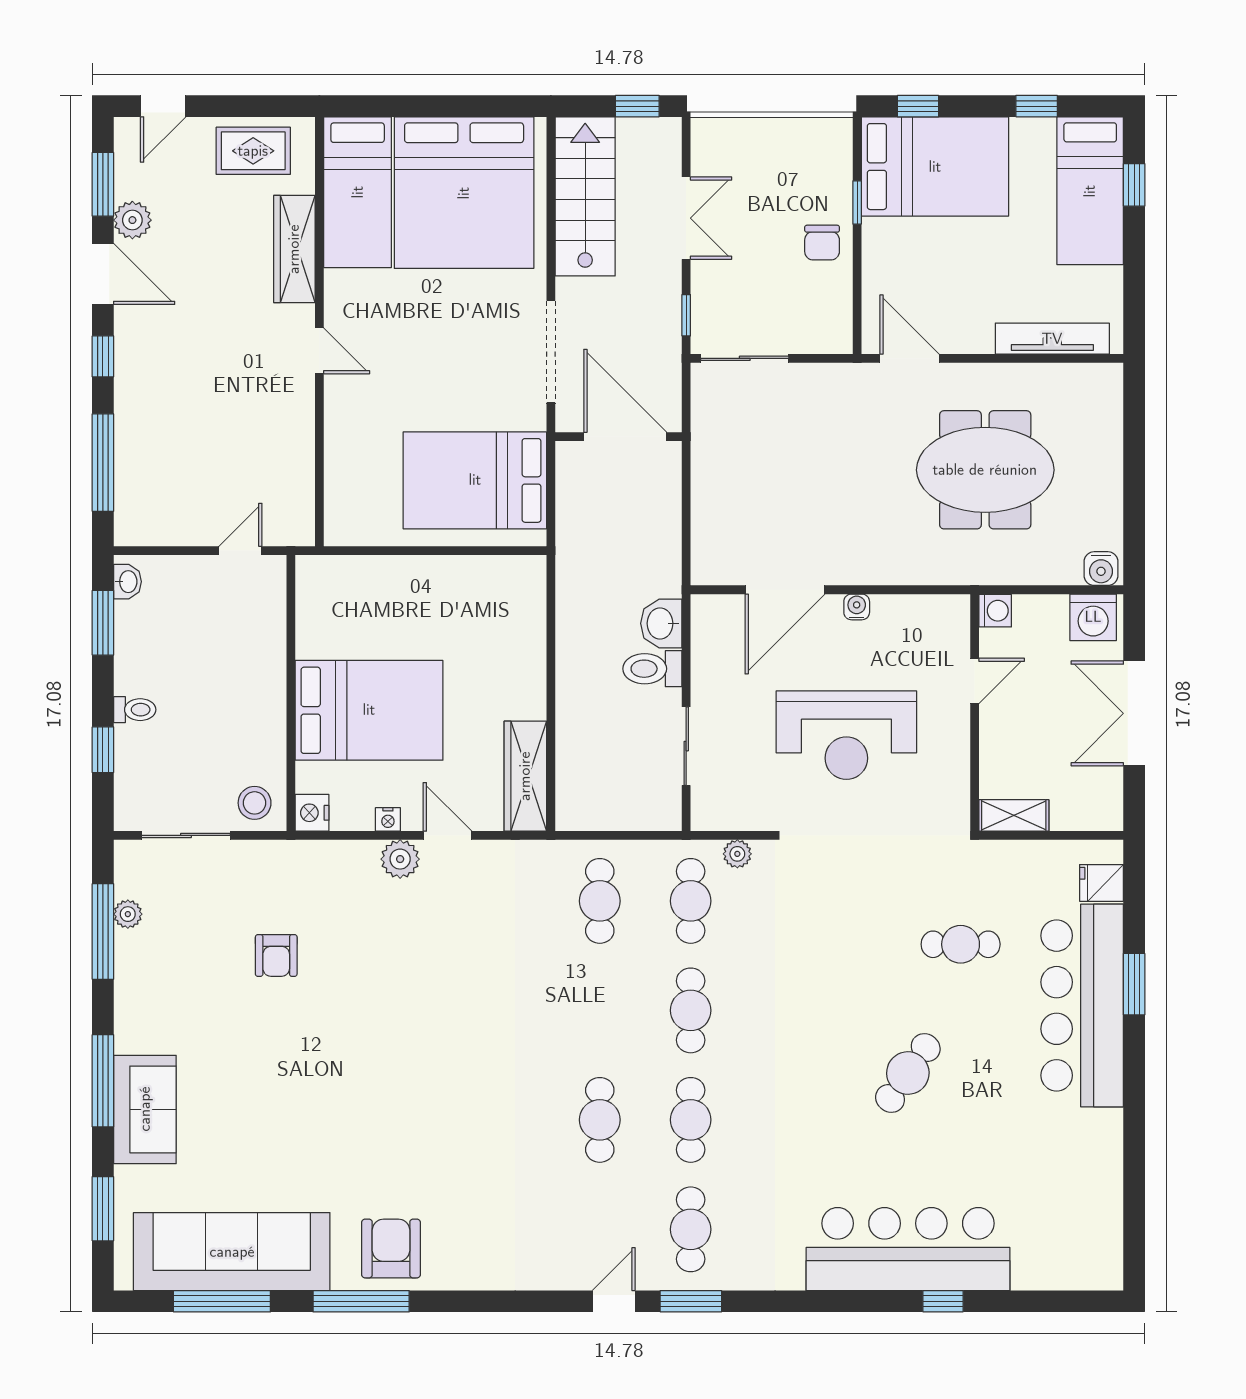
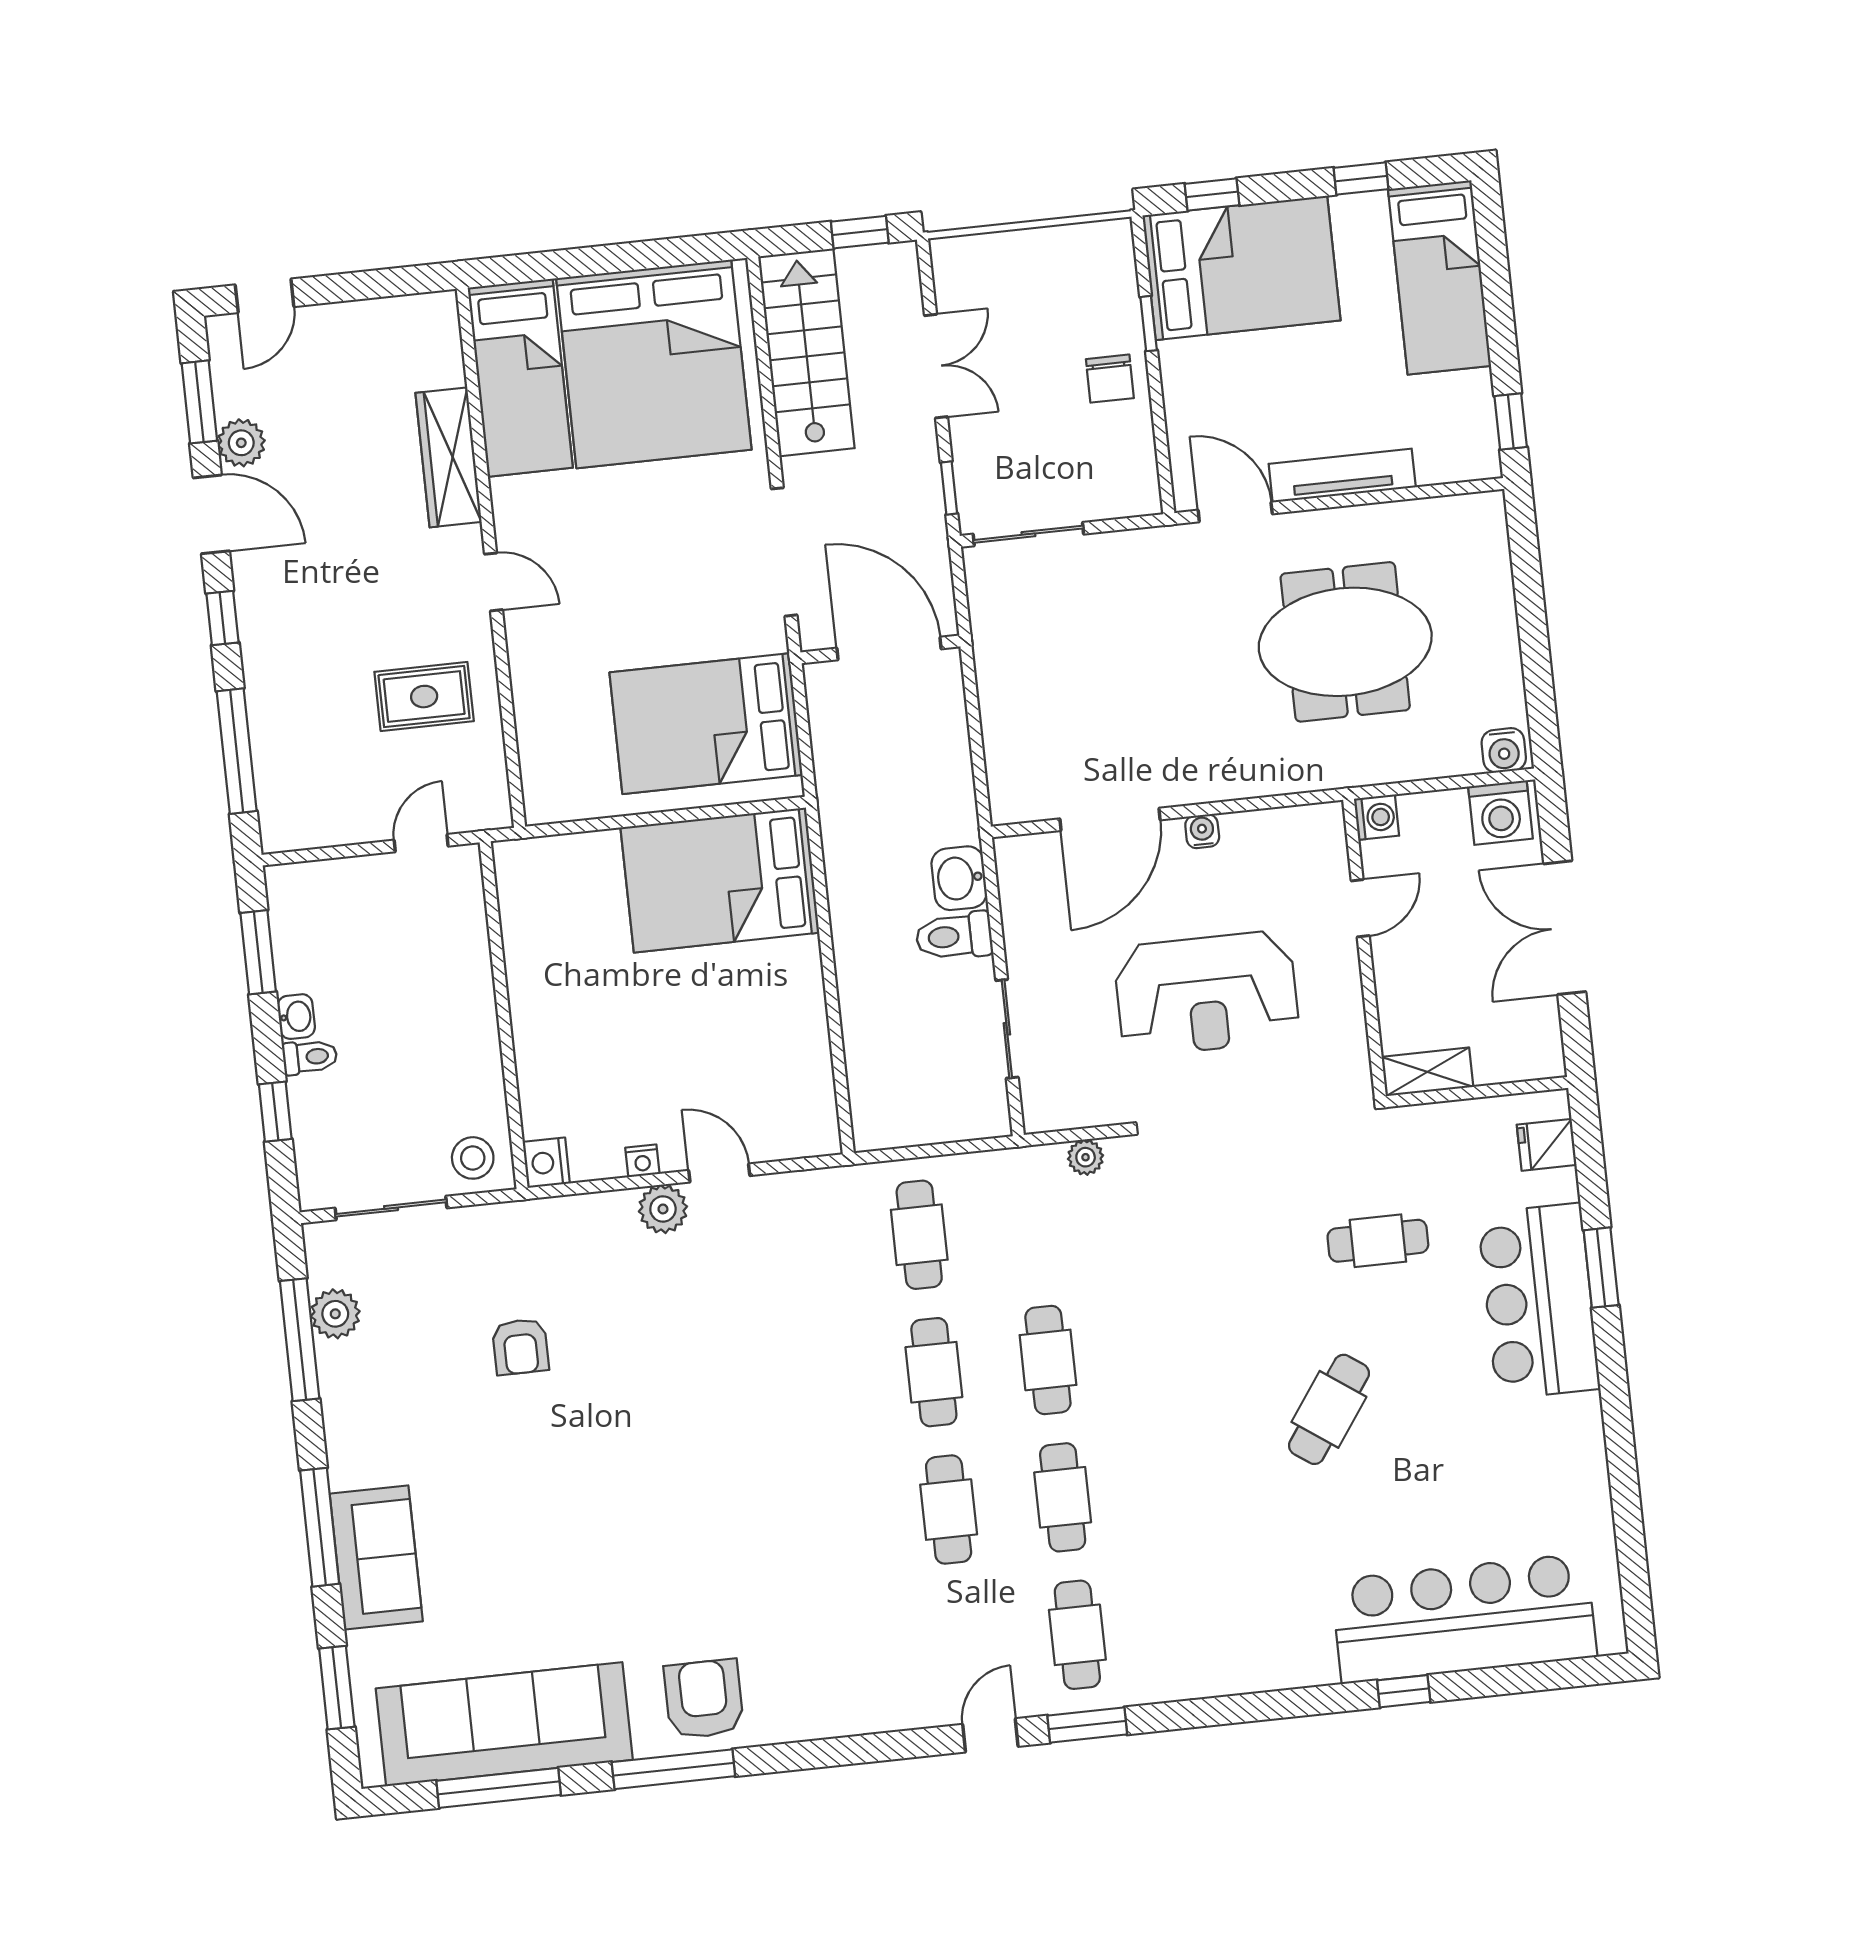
rug: (253, 151) -> (424, 697), moved
window: (1134, 185) -> (1511, 422), moved
tv unit: (1052, 339) -> (1342, 476), moved
washbasin: (127, 582) -> (296, 1017), moved
bed: (369, 710) -> (720, 880), moved, turned 180
wardrobe: (525, 776) -> (809, 1088), removed
cafe table: (691, 901) -> (934, 1372), moved
plant: (128, 914) -> (335, 1314), width x1.38, depth x1.38
bar counter: (1082, 1005) -> (1539, 1301), width x0.73
bar counter: (908, 1249) -> (1464, 1618), moved

